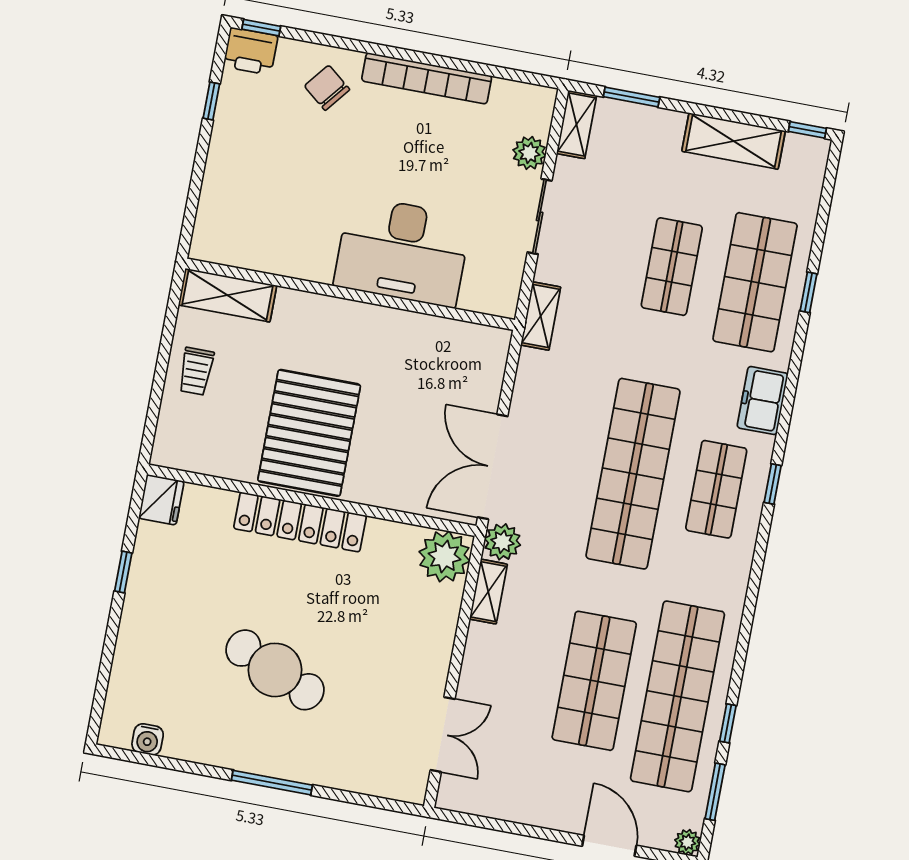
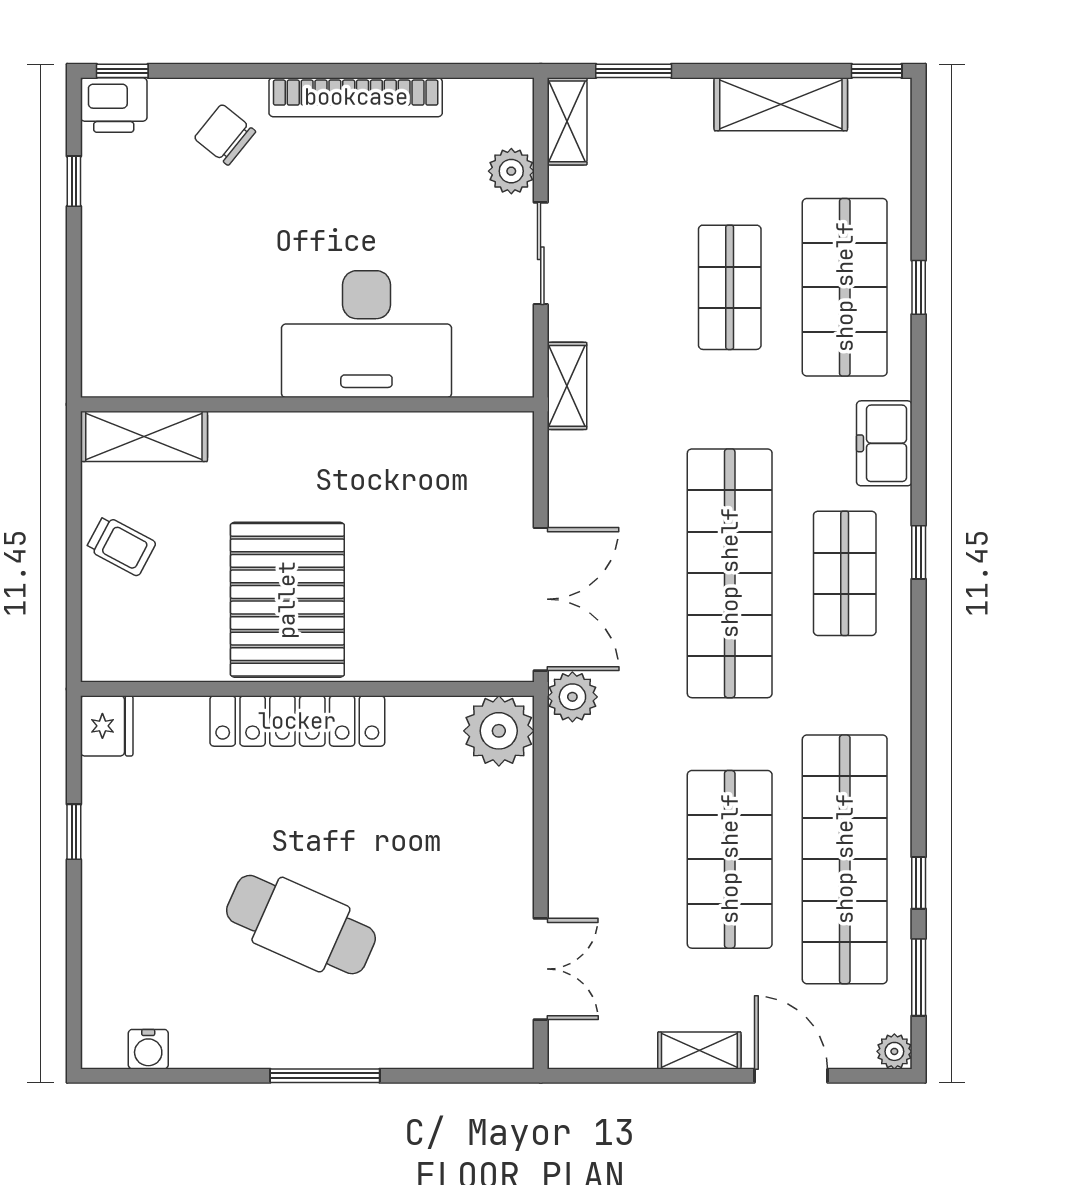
trolley: (196, 371) -> (121, 546), turned -62
double door: (493, 467) -> (541, 599), swing flipped
shelving: (488, 592) -> (699, 1050), moved, turned 90

